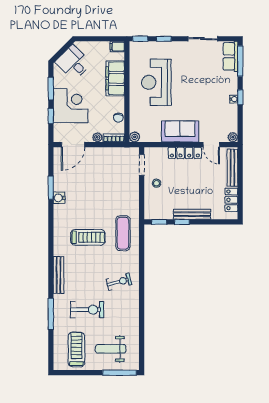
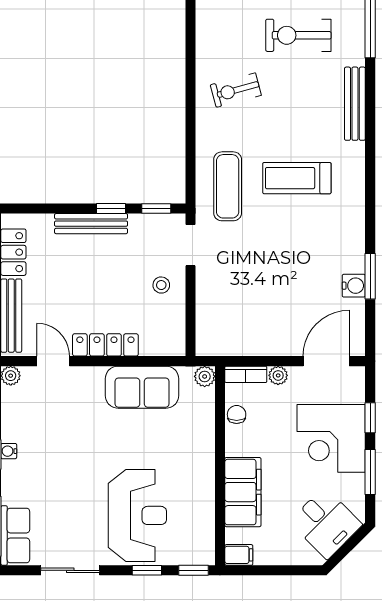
reception desk: (156, 82) -> (137, 515), moved
sofa: (180, 131) -> (142, 387), moved
doorway: (142, 165) -> (190, 245), moved
water cooler: (59, 198) -> (354, 286), moved

